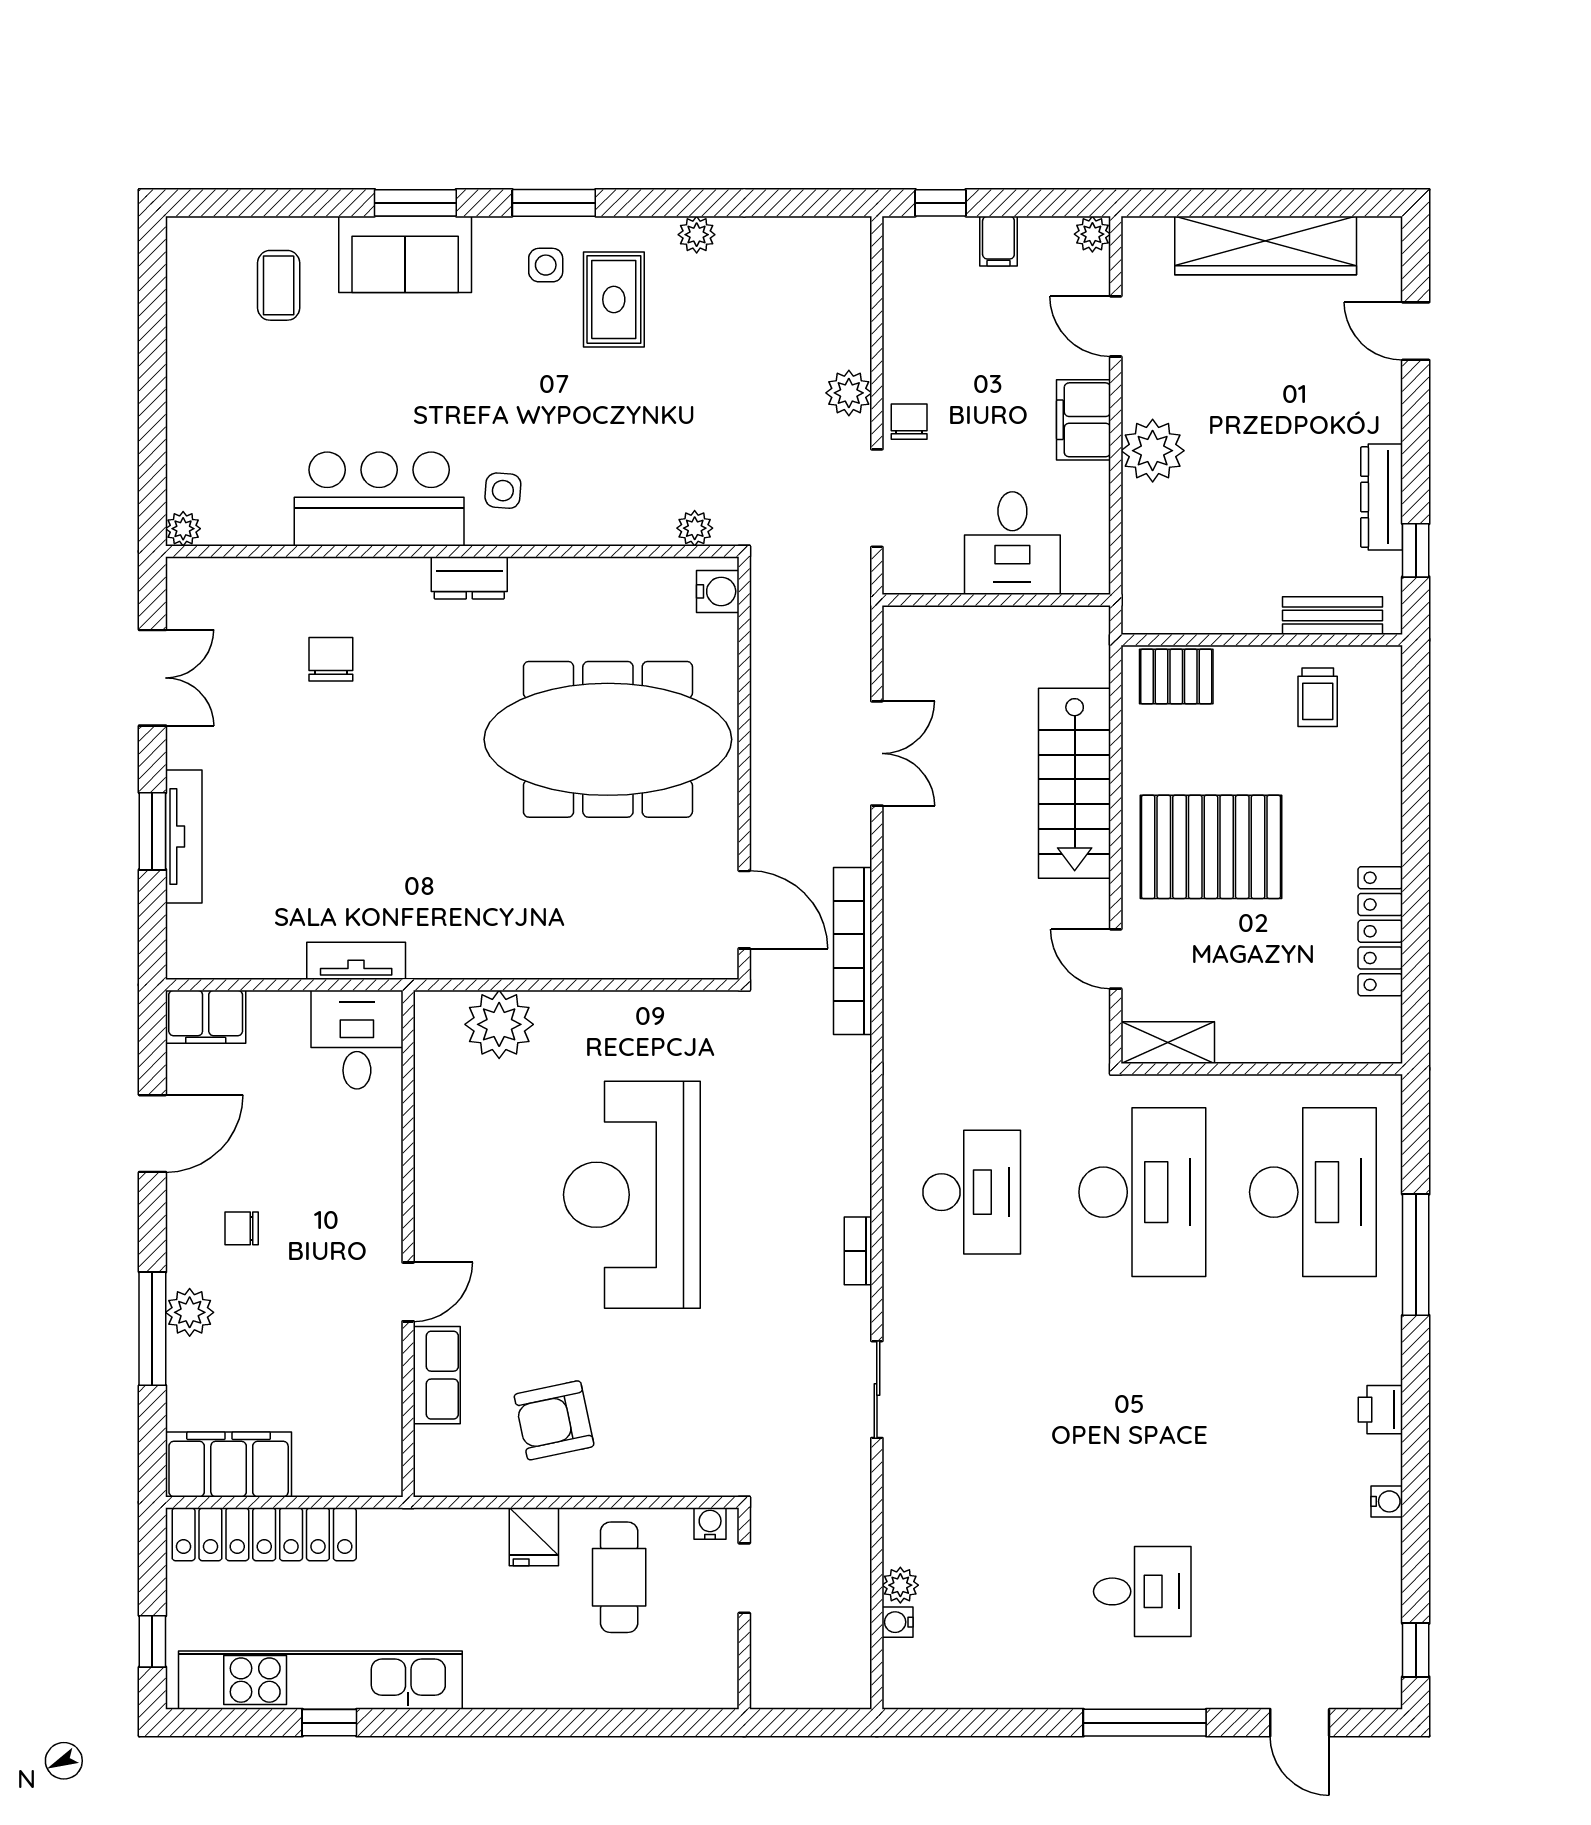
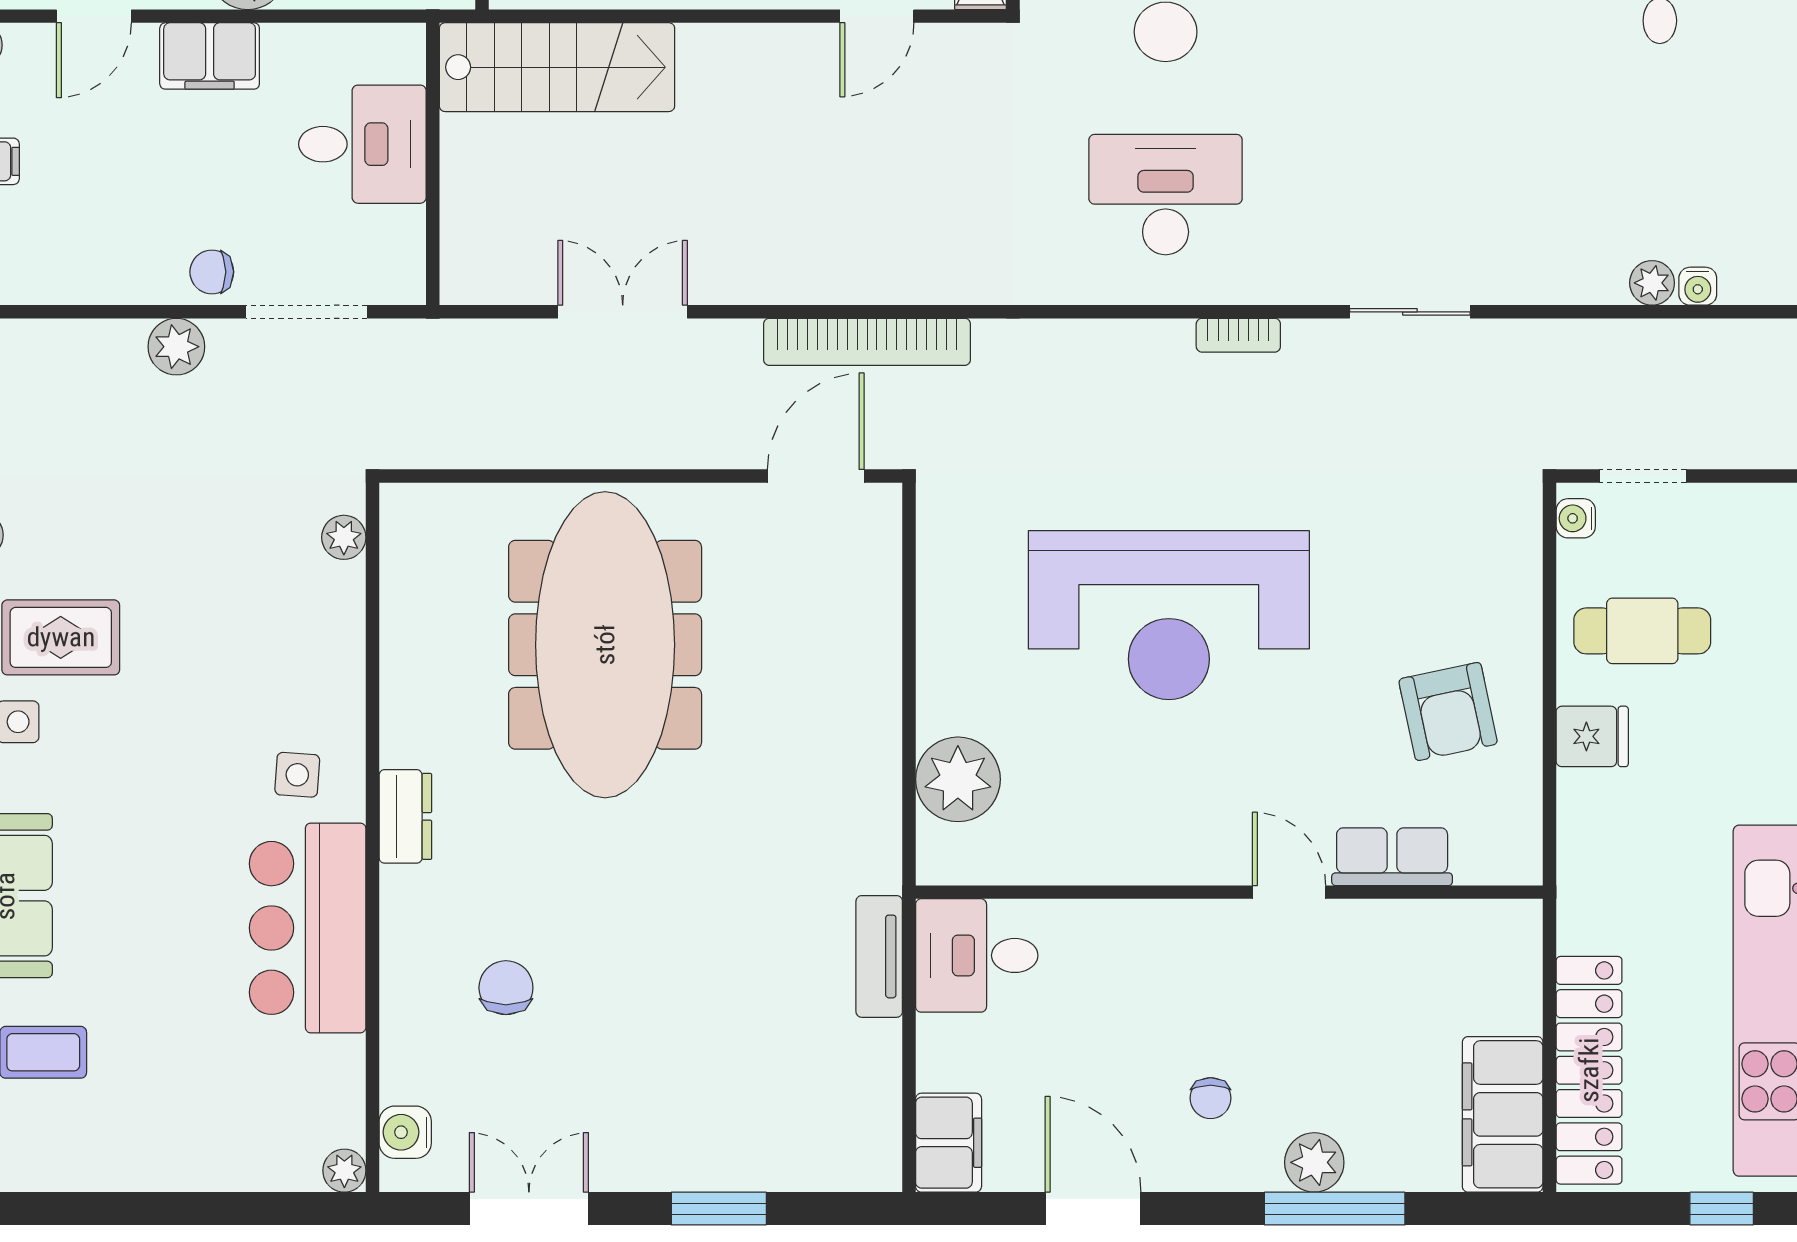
water cooler: (718, 591) -> (405, 1132), moved, turned -90
chair: (331, 659) -> (506, 988), turned 90
stairs: (1075, 783) -> (557, 67), moved
tv unit: (184, 837) -> (725, 1170), removed

